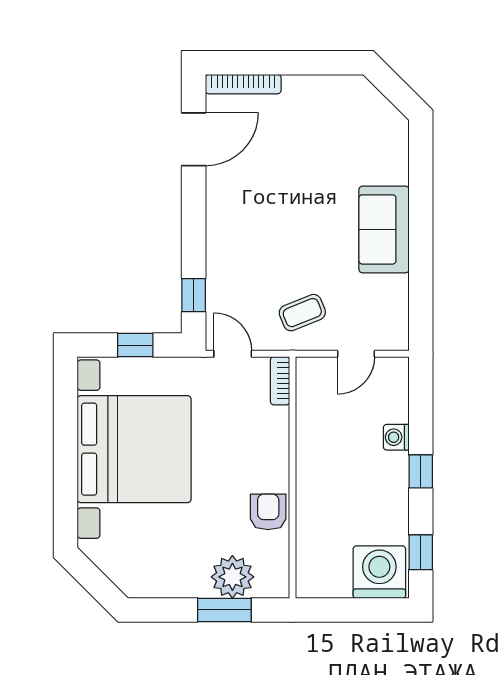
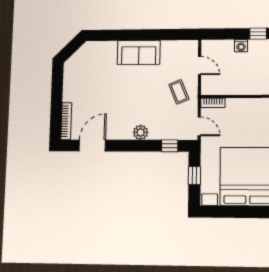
door: (194, 139) -> (92, 146), hinge flipped
plant: (221, 236) -> (141, 132), added
door: (233, 354) -> (199, 126), swing flipped

